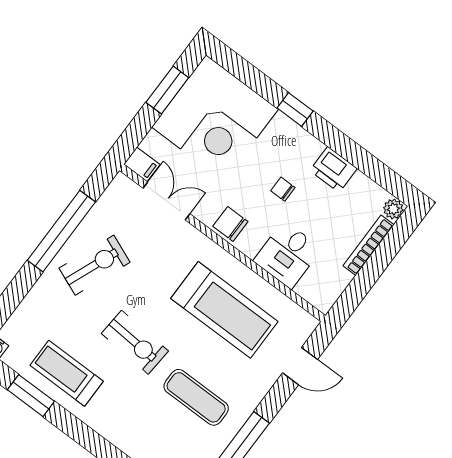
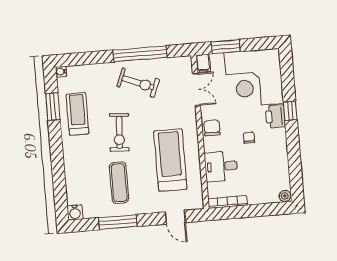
window: (167, 90) -> (226, 47), moved
printer: (334, 170) -> (275, 116), moved
bookcase: (368, 245) -> (228, 202), moved
treadmill: (224, 310) -> (170, 160), turned 180

